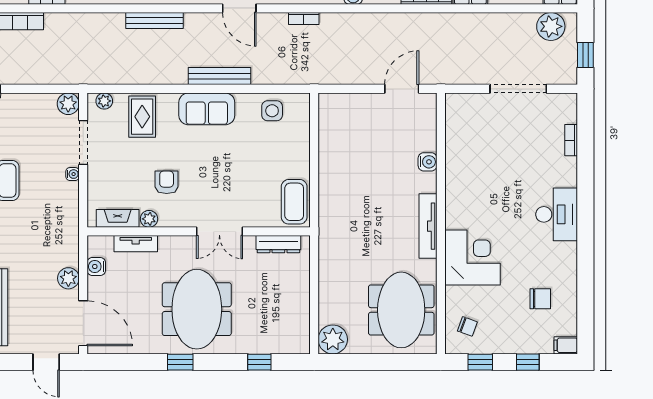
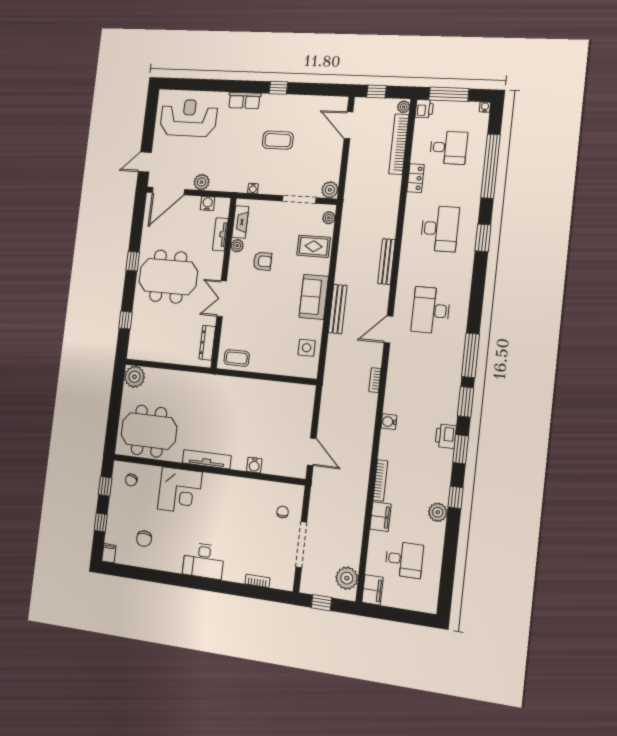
chair: (481, 118) -> (283, 512), added
water cooler: (73, 174) -> (253, 188), moved
coffee table: (294, 202) -> (237, 358), width x0.73, depth x0.77

